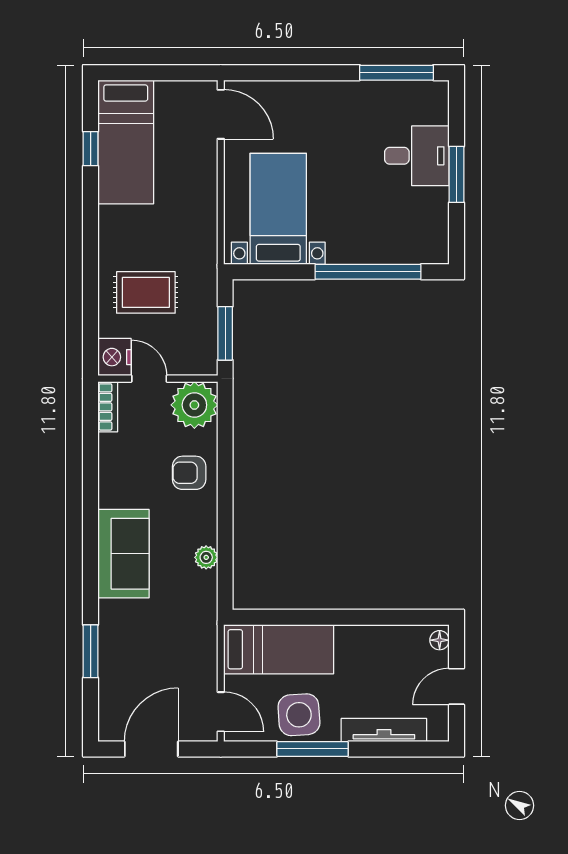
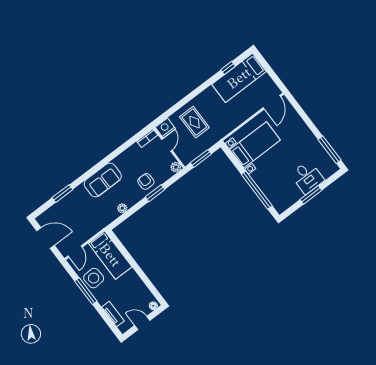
plant: (194, 405) -> (176, 167), width x0.53, depth x0.53
window: (225, 472) -> (155, 193), added
tv unit: (384, 730) -> (113, 314), width x0.71

